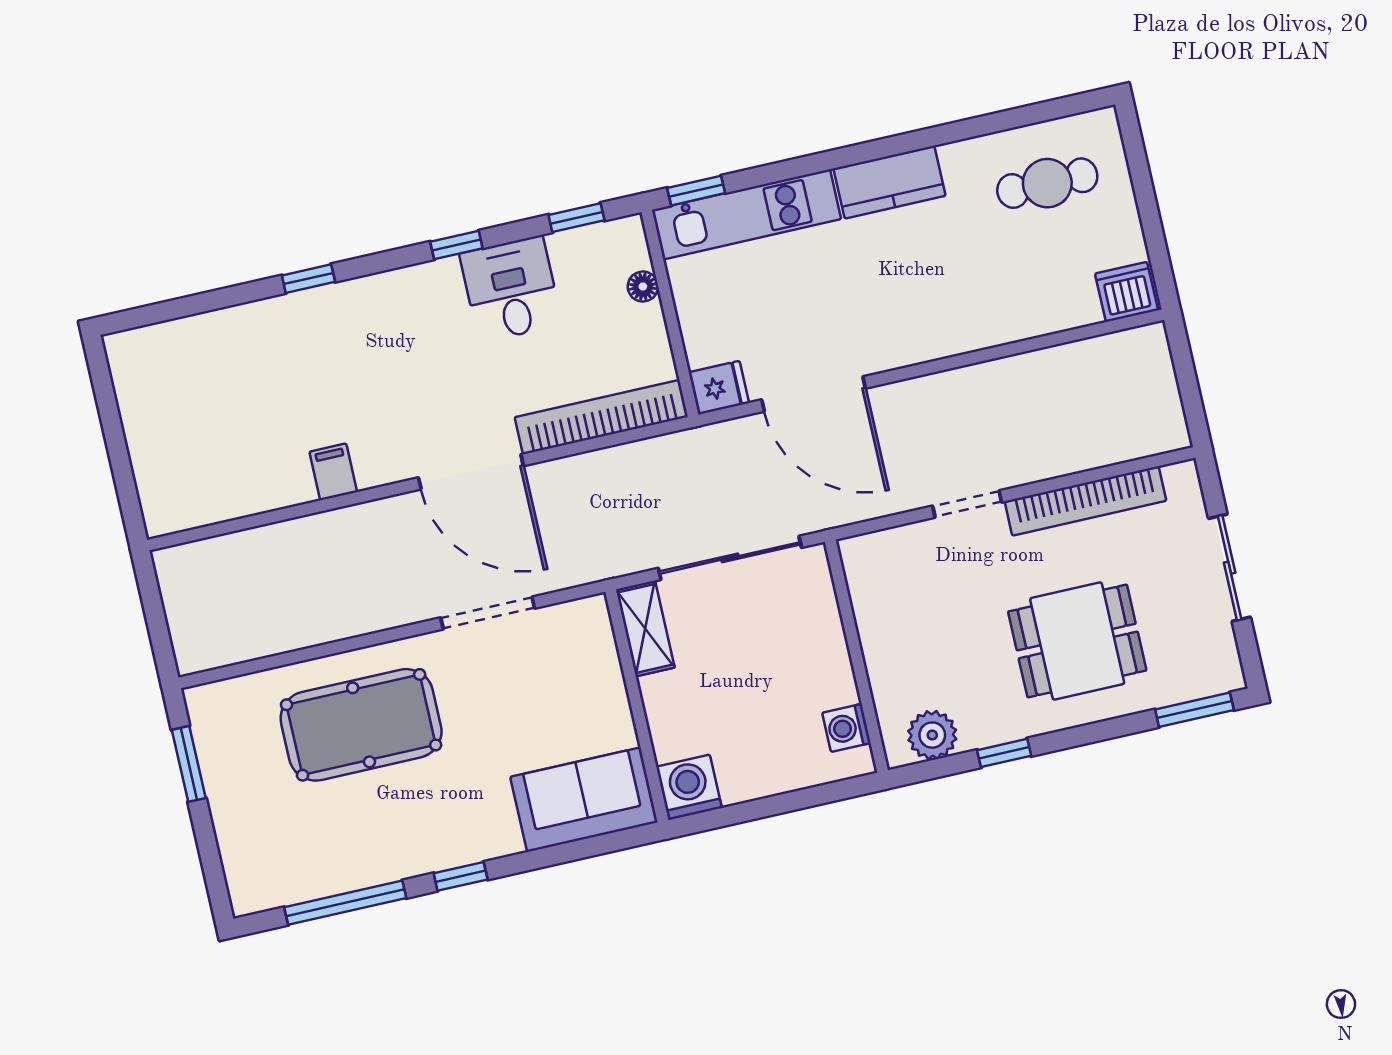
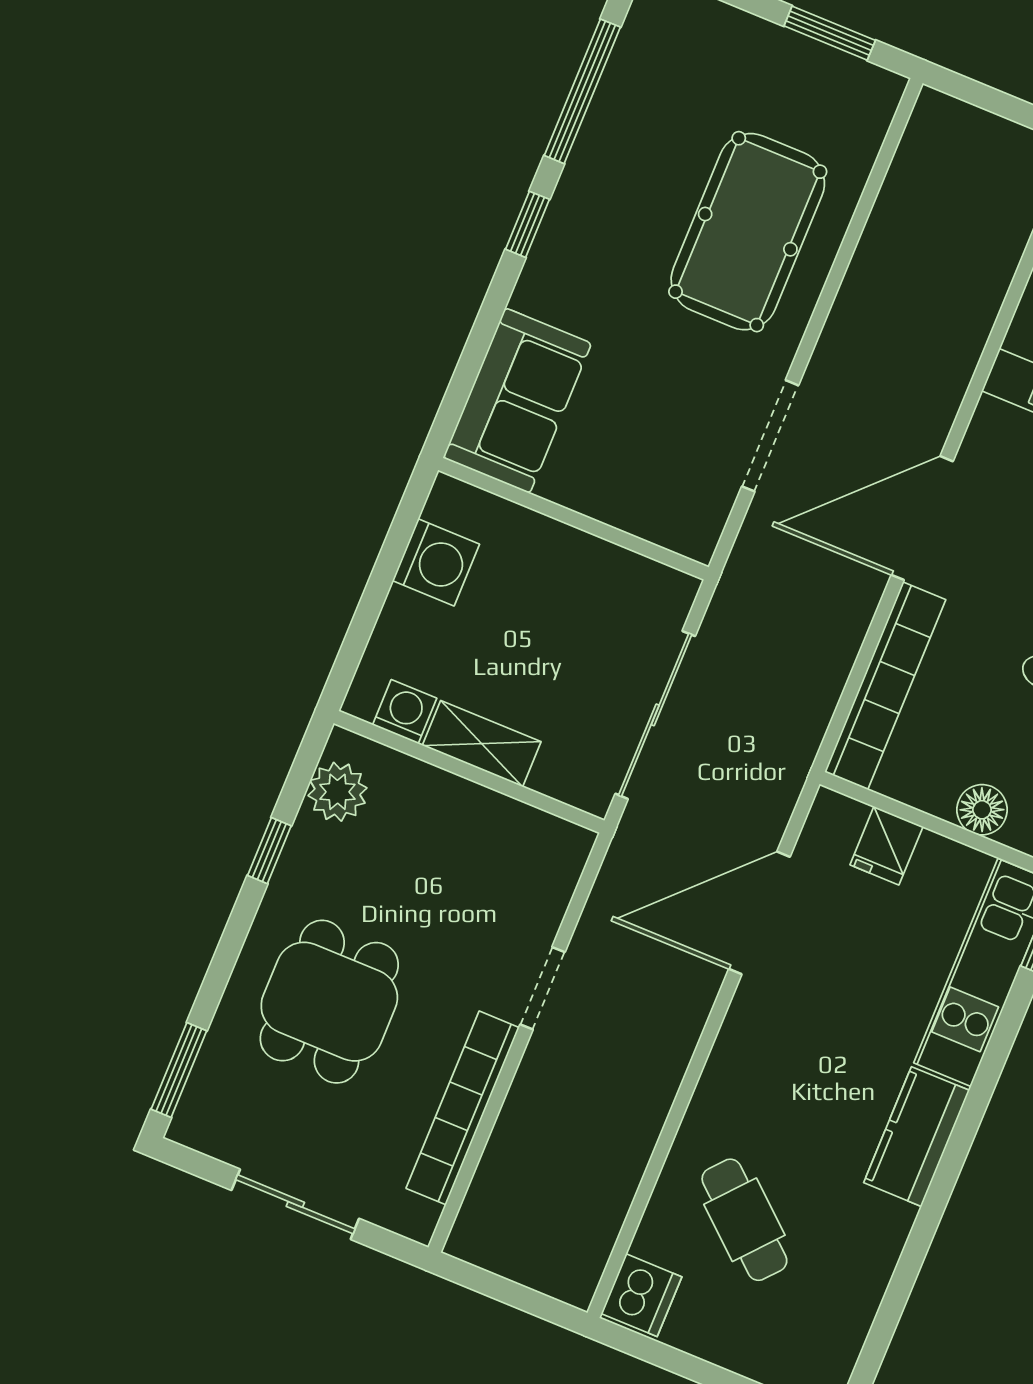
cafe table: (1047, 183) -> (744, 1220), moved, turned -49
floor lamp: (643, 287) -> (982, 810), width x1.37, depth x1.37
fridge: (719, 388) -> (886, 846), moved
shelving: (645, 628) -> (482, 744), moved
washing machine: (689, 787) -> (436, 562), moved

